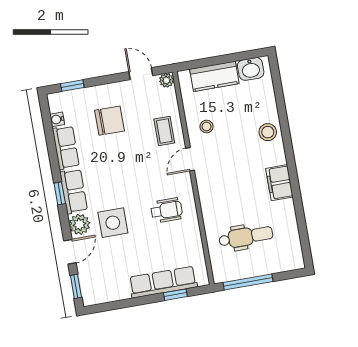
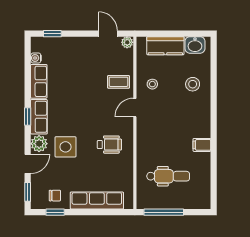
chair: (110, 121) -> (55, 196), moved, width x0.54, depth x0.54
coffee table: (164, 131) -> (119, 82), turned 90
stool: (268, 132) -> (193, 84), moved
filing cabinet: (279, 183) -> (202, 145), width x0.50
window: (175, 295) -> (55, 212), moved

